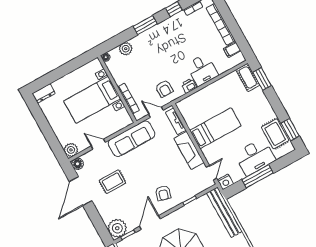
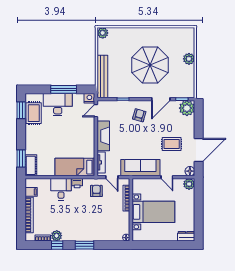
plant: (126, 49) -> (57, 236), moved
bed: (215, 128) -> (75, 167), moved

